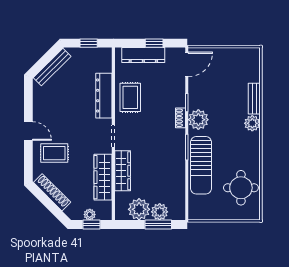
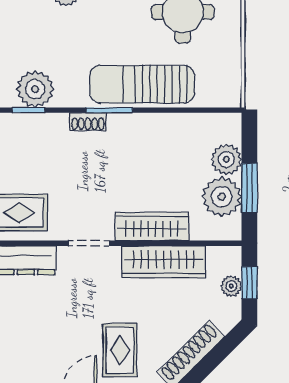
shoe rack: (180, 118) -> (88, 122), moved
plant: (198, 120) -> (35, 89), moved
sun lounger: (201, 165) -> (142, 84), turned 180
window: (158, 225) -> (249, 188), moved

